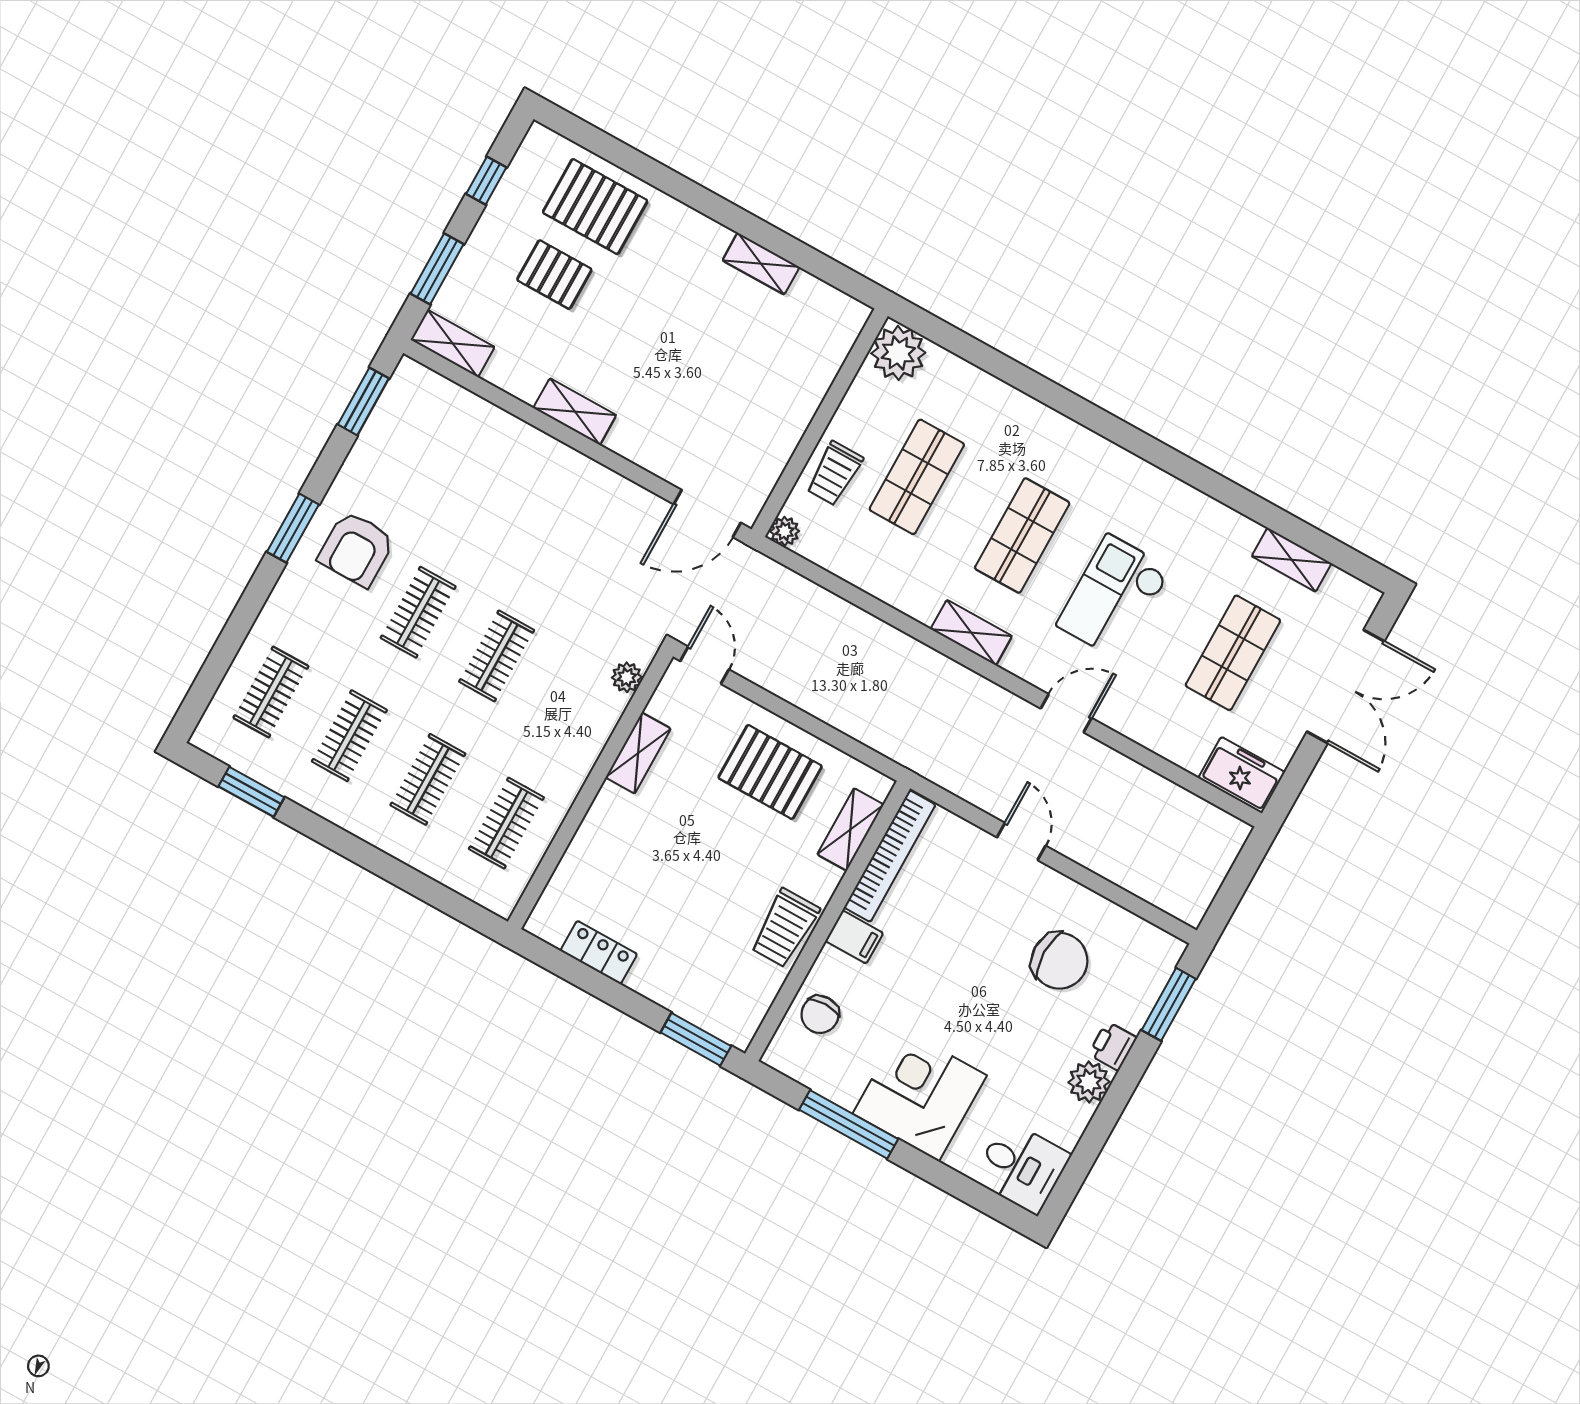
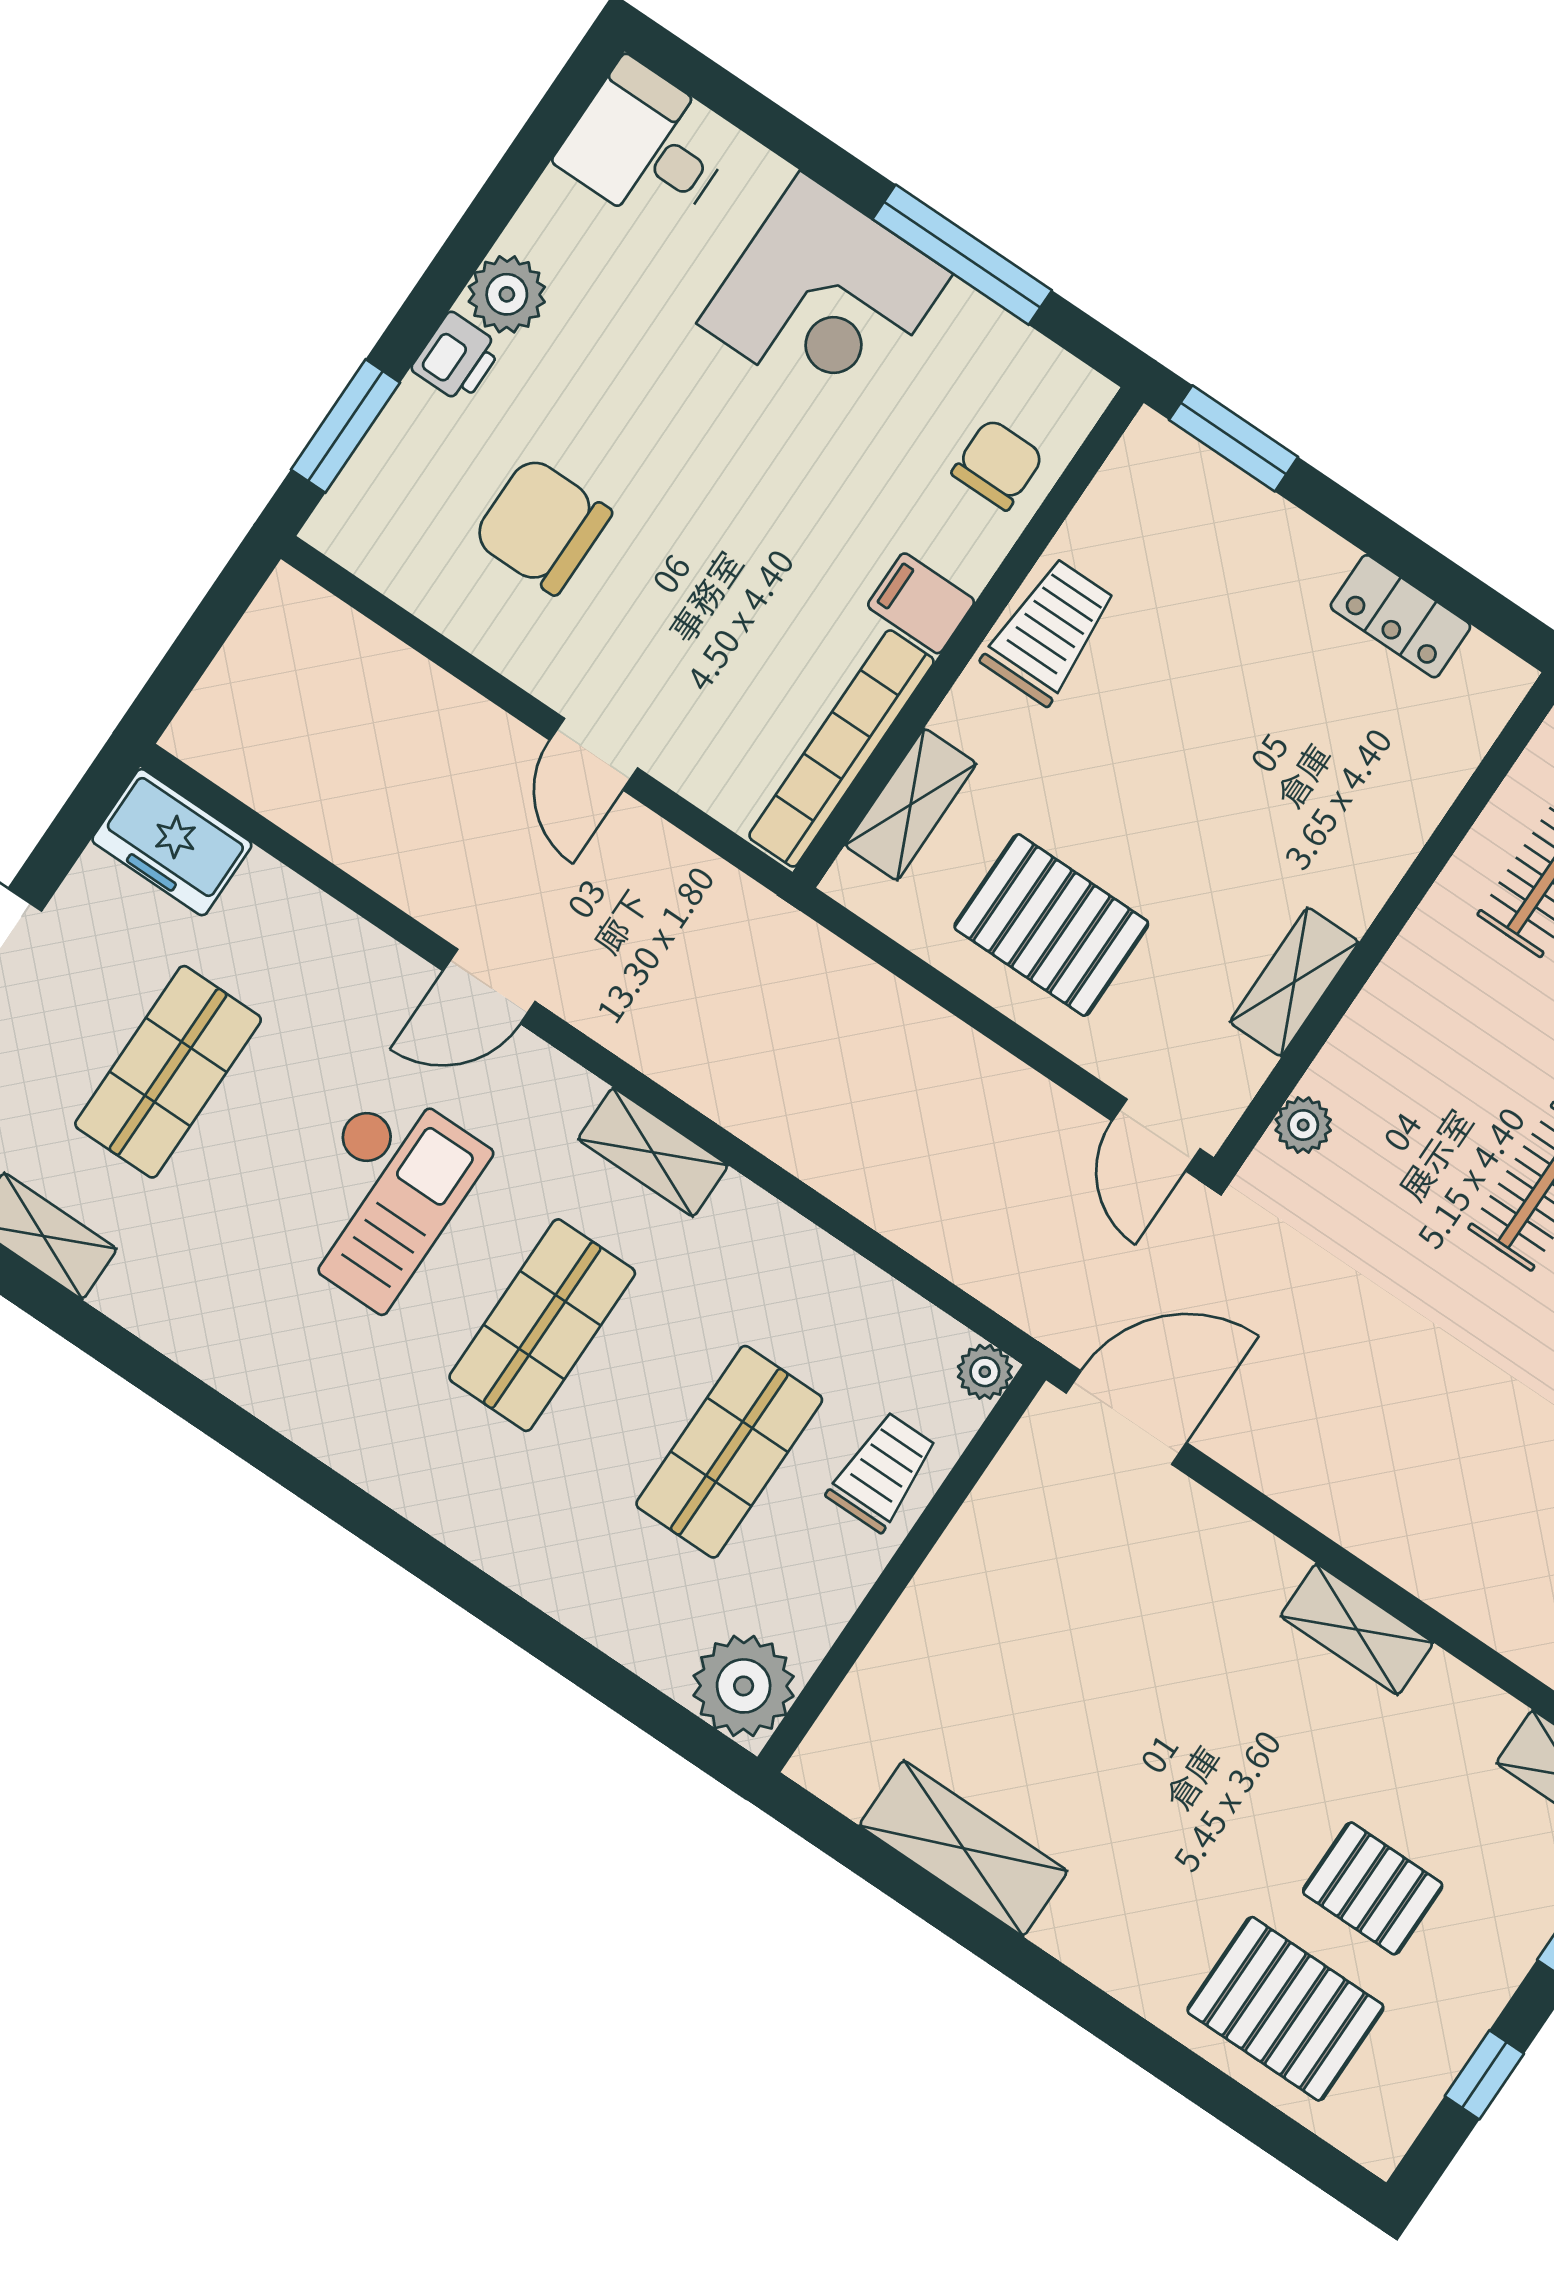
shelving: (761, 264) -> (963, 1848), width x1.50, depth x1.33

